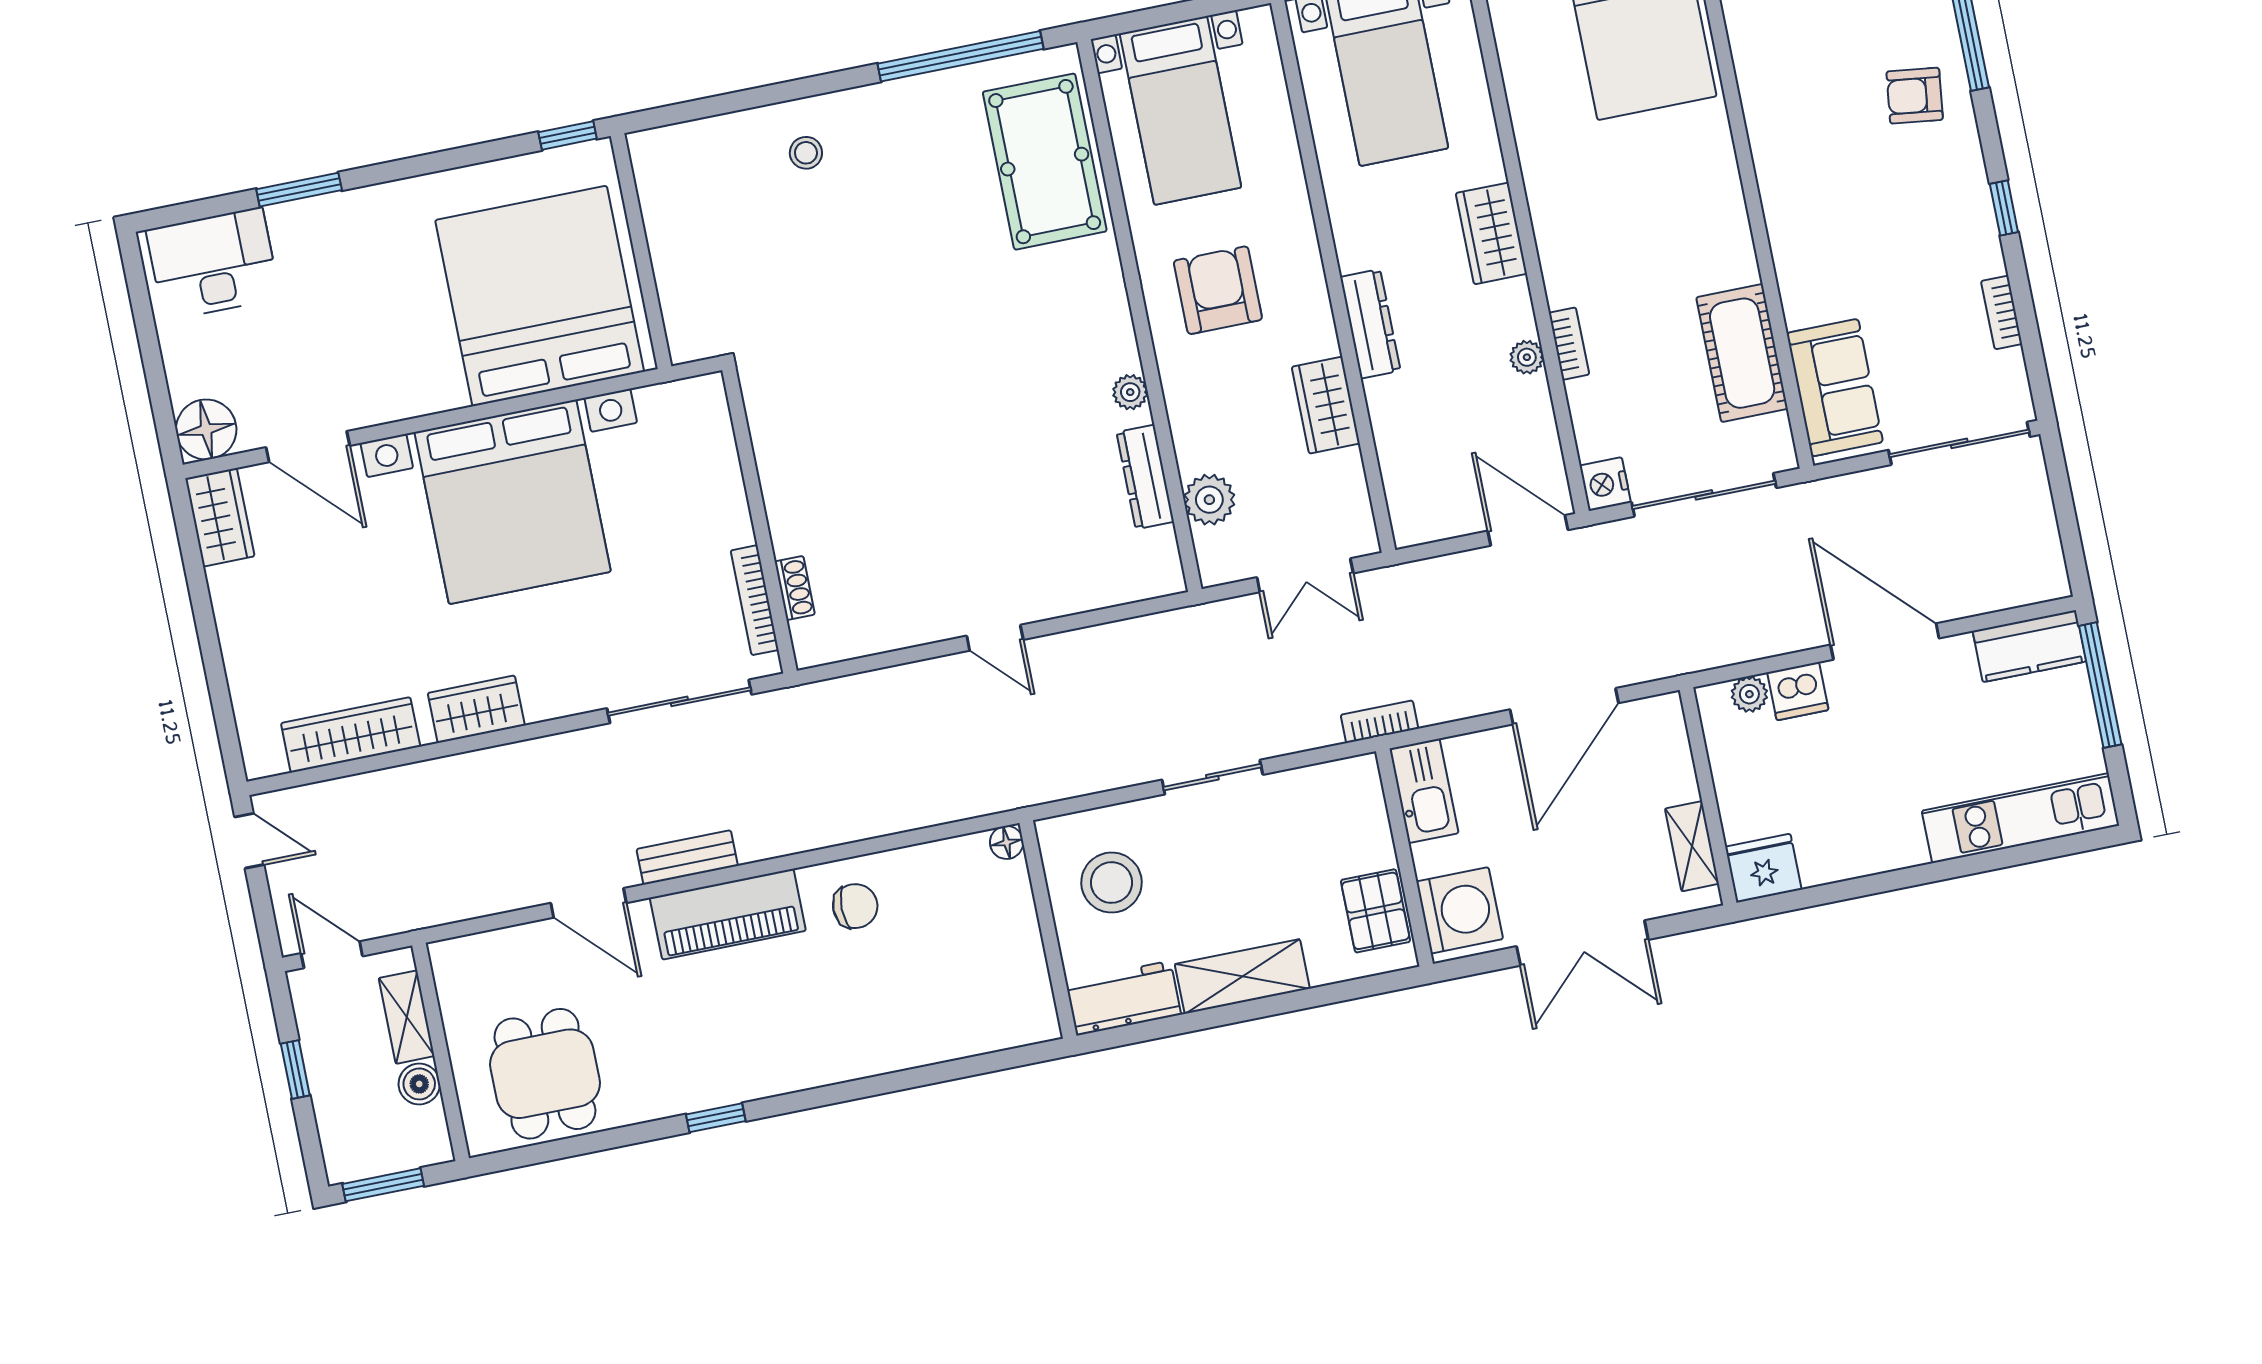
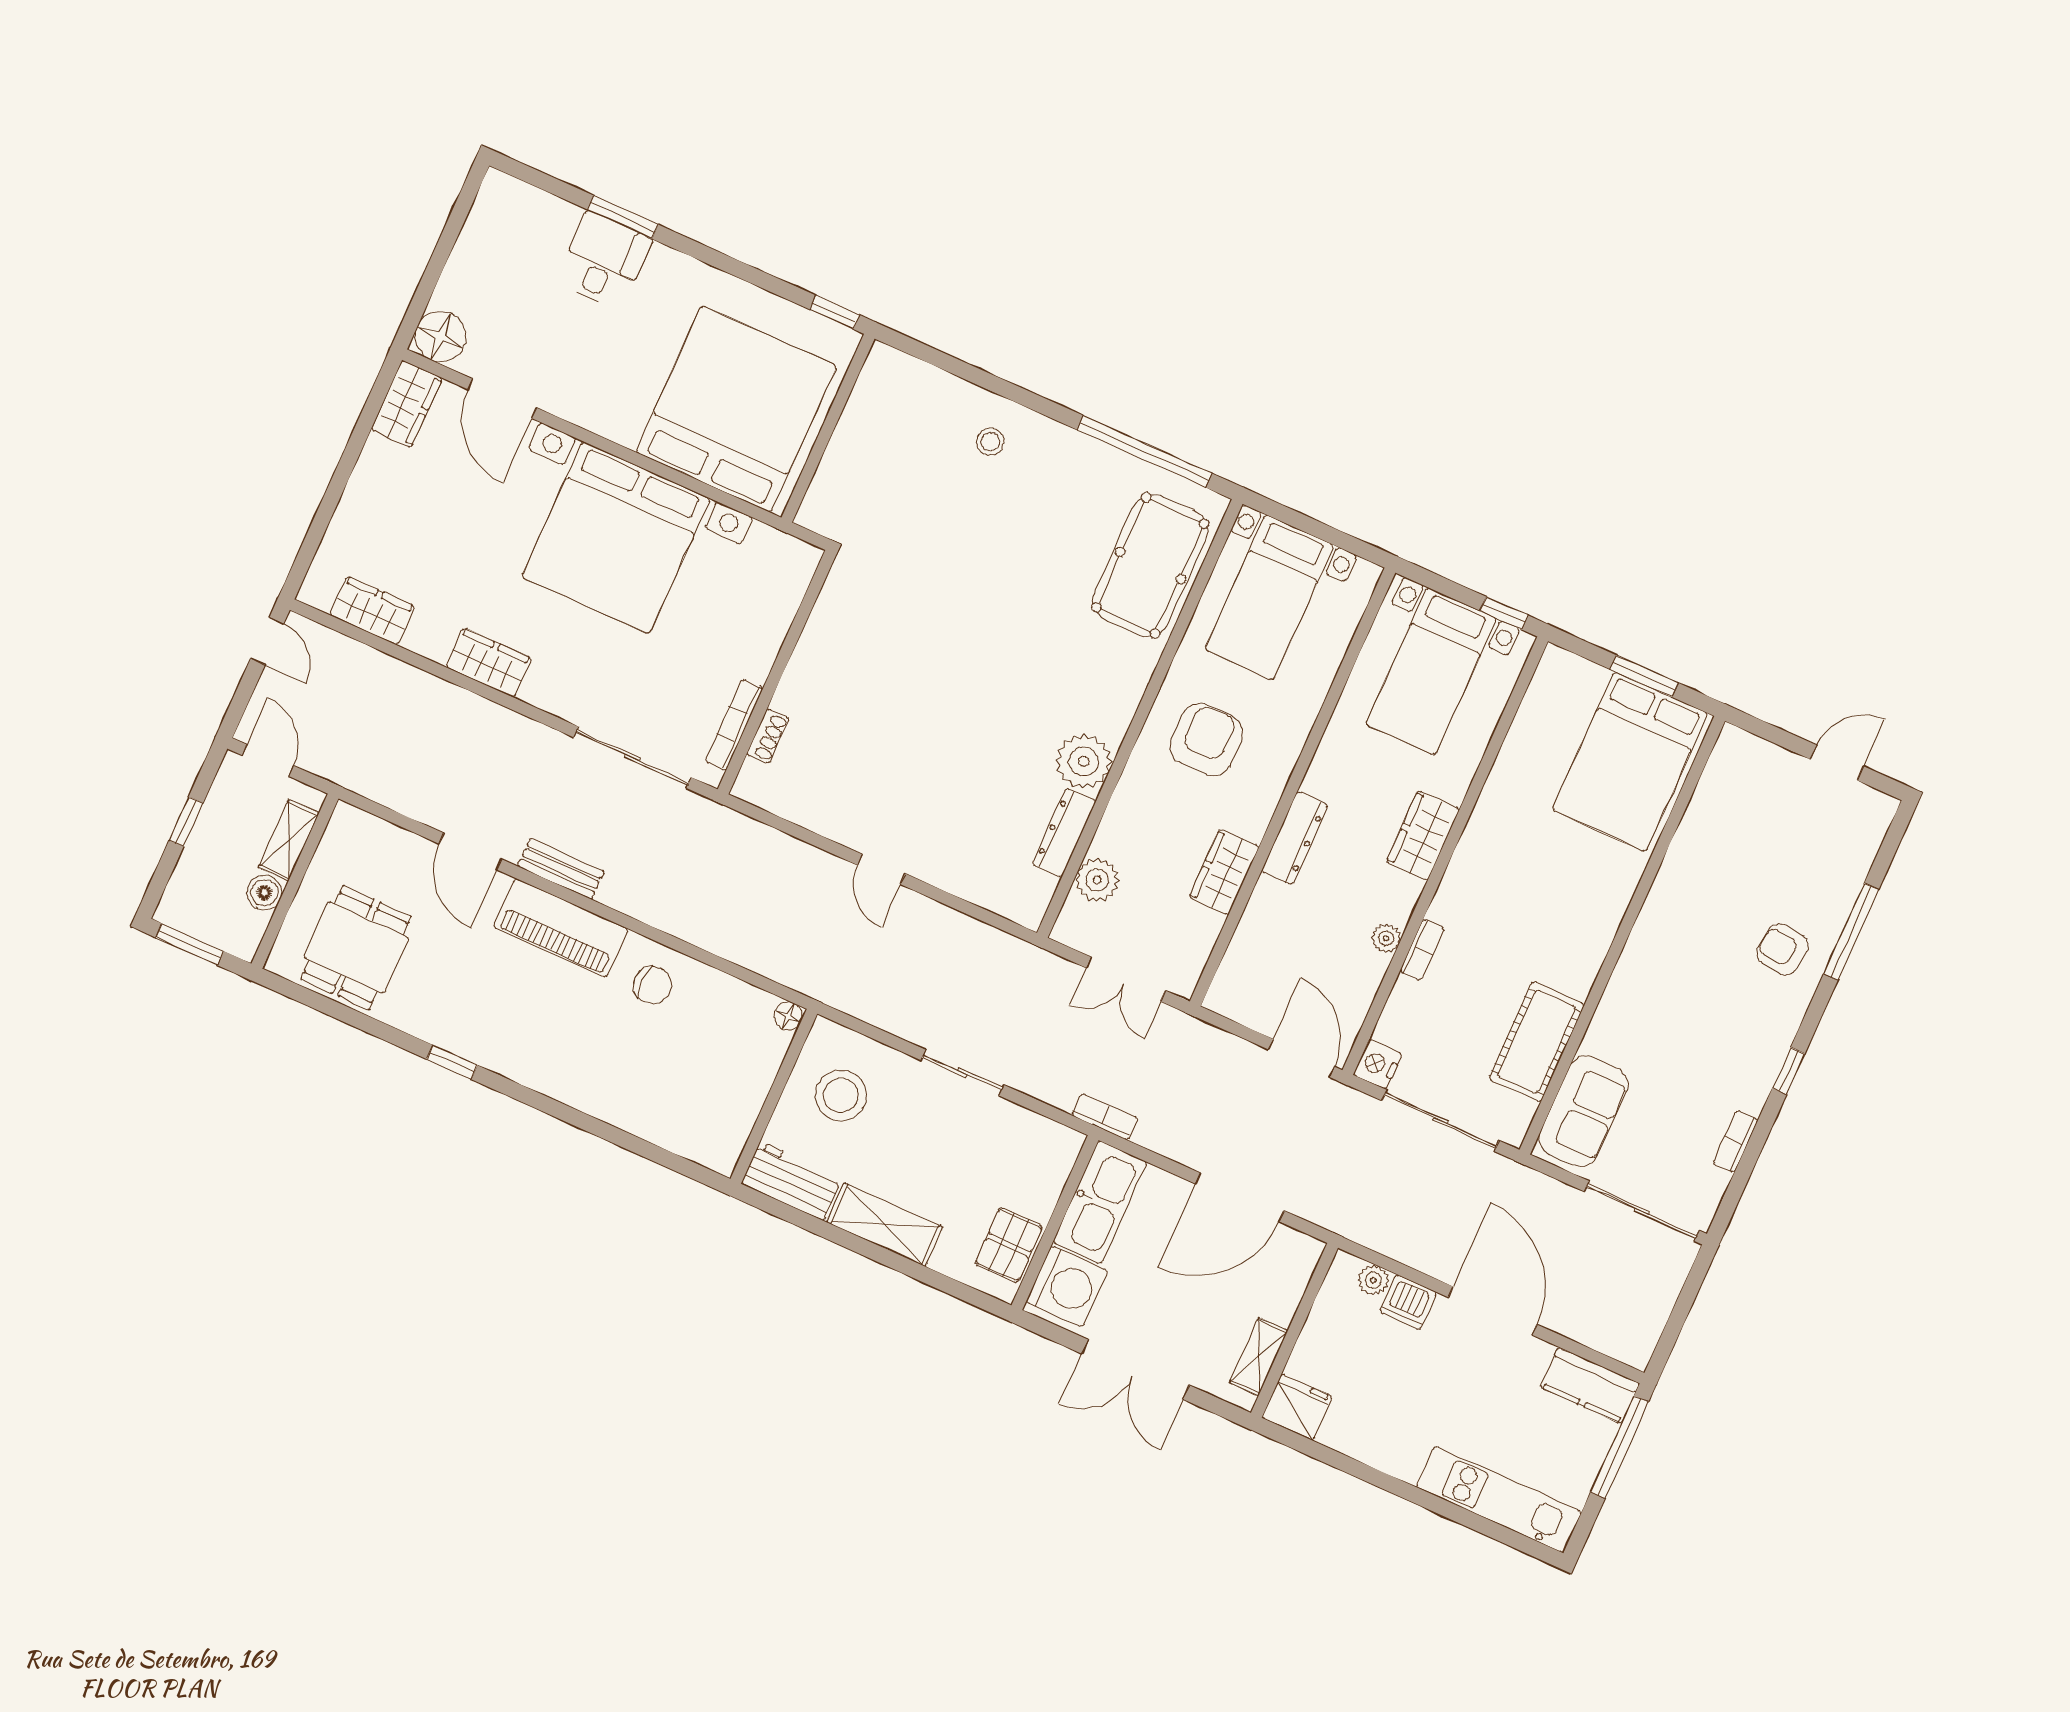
desk: (213, 264) -> (604, 260), moved, width x0.73
plant: (1130, 392) -> (1084, 761), width x1.88, depth x1.88
wardrobe: (351, 735) -> (372, 611), width x0.67
kitchen sink: (1424, 791) -> (1100, 1202), width x1.36, depth x1.24

